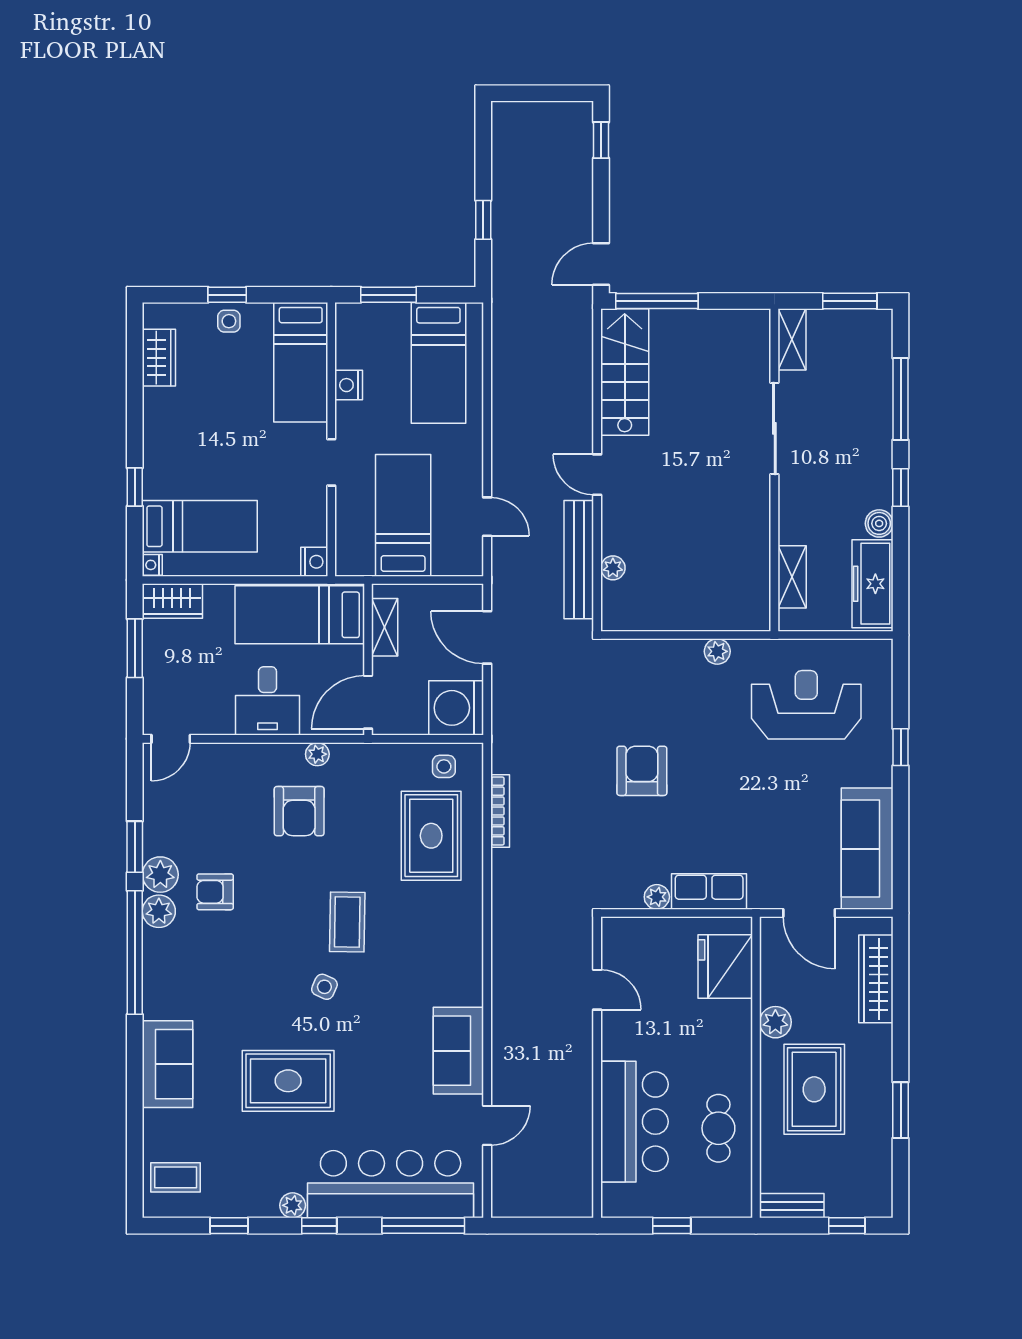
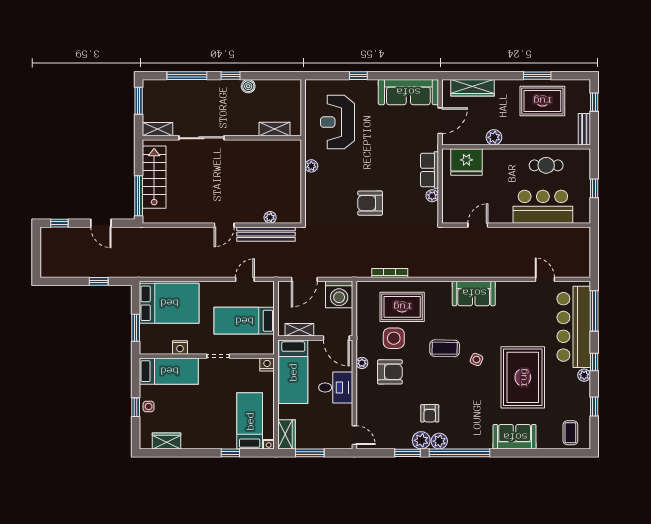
door: (601, 264) -> (101, 223), moved
bed: (438, 363) -> (169, 303), width x1.50
stairs: (625, 372) -> (154, 177), moved, turned 90
freezer: (872, 584) -> (278, 89), removed
side table: (444, 766) -> (394, 338), moved, width x1.87, depth x1.87
sofa: (458, 1051) -> (474, 293), moved
rug: (288, 1081) -> (523, 377), width x1.37, depth x1.44
rug: (814, 1089) -> (542, 101), moved

